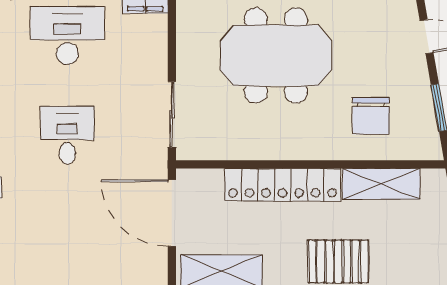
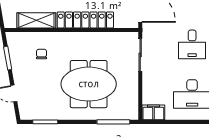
chair: (371, 116) -> (42, 54), width x0.54, depth x0.54

